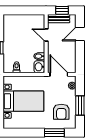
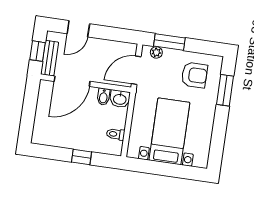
door: (80, 34) -> (78, 29), hinge flipped
door: (46, 35) -> (72, 81), width x1.87
window: (80, 106) -> (169, 42), moved

